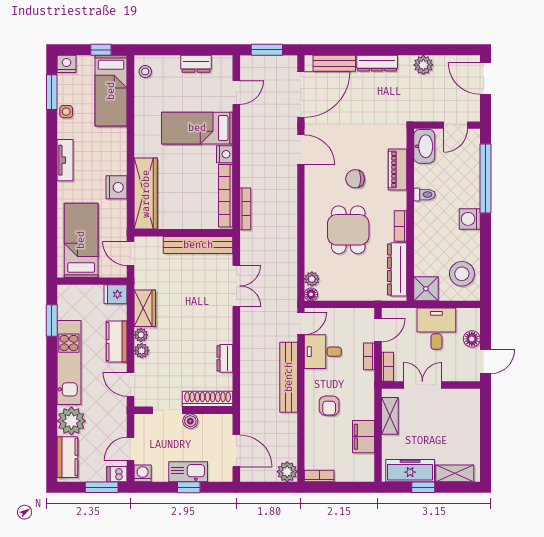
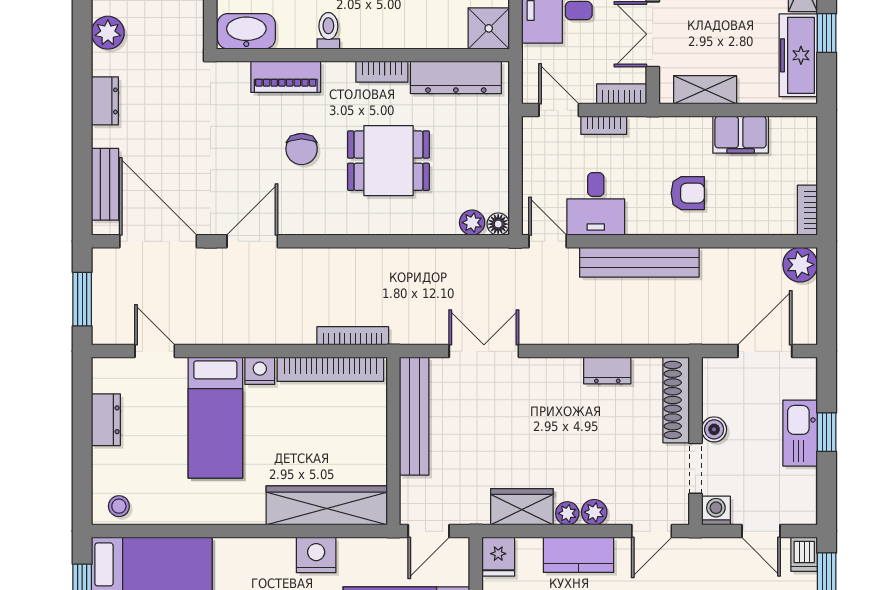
dresser: (377, 63) -> (105, 101), width x0.70
washing machine: (143, 473) -> (716, 511), moved, turned 90

